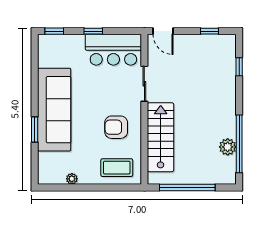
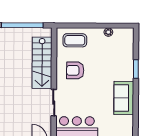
sofa: (54, 110) -> (124, 98), width x0.54, depth x0.79
armchair: (116, 127) -> (75, 70), turned 180

